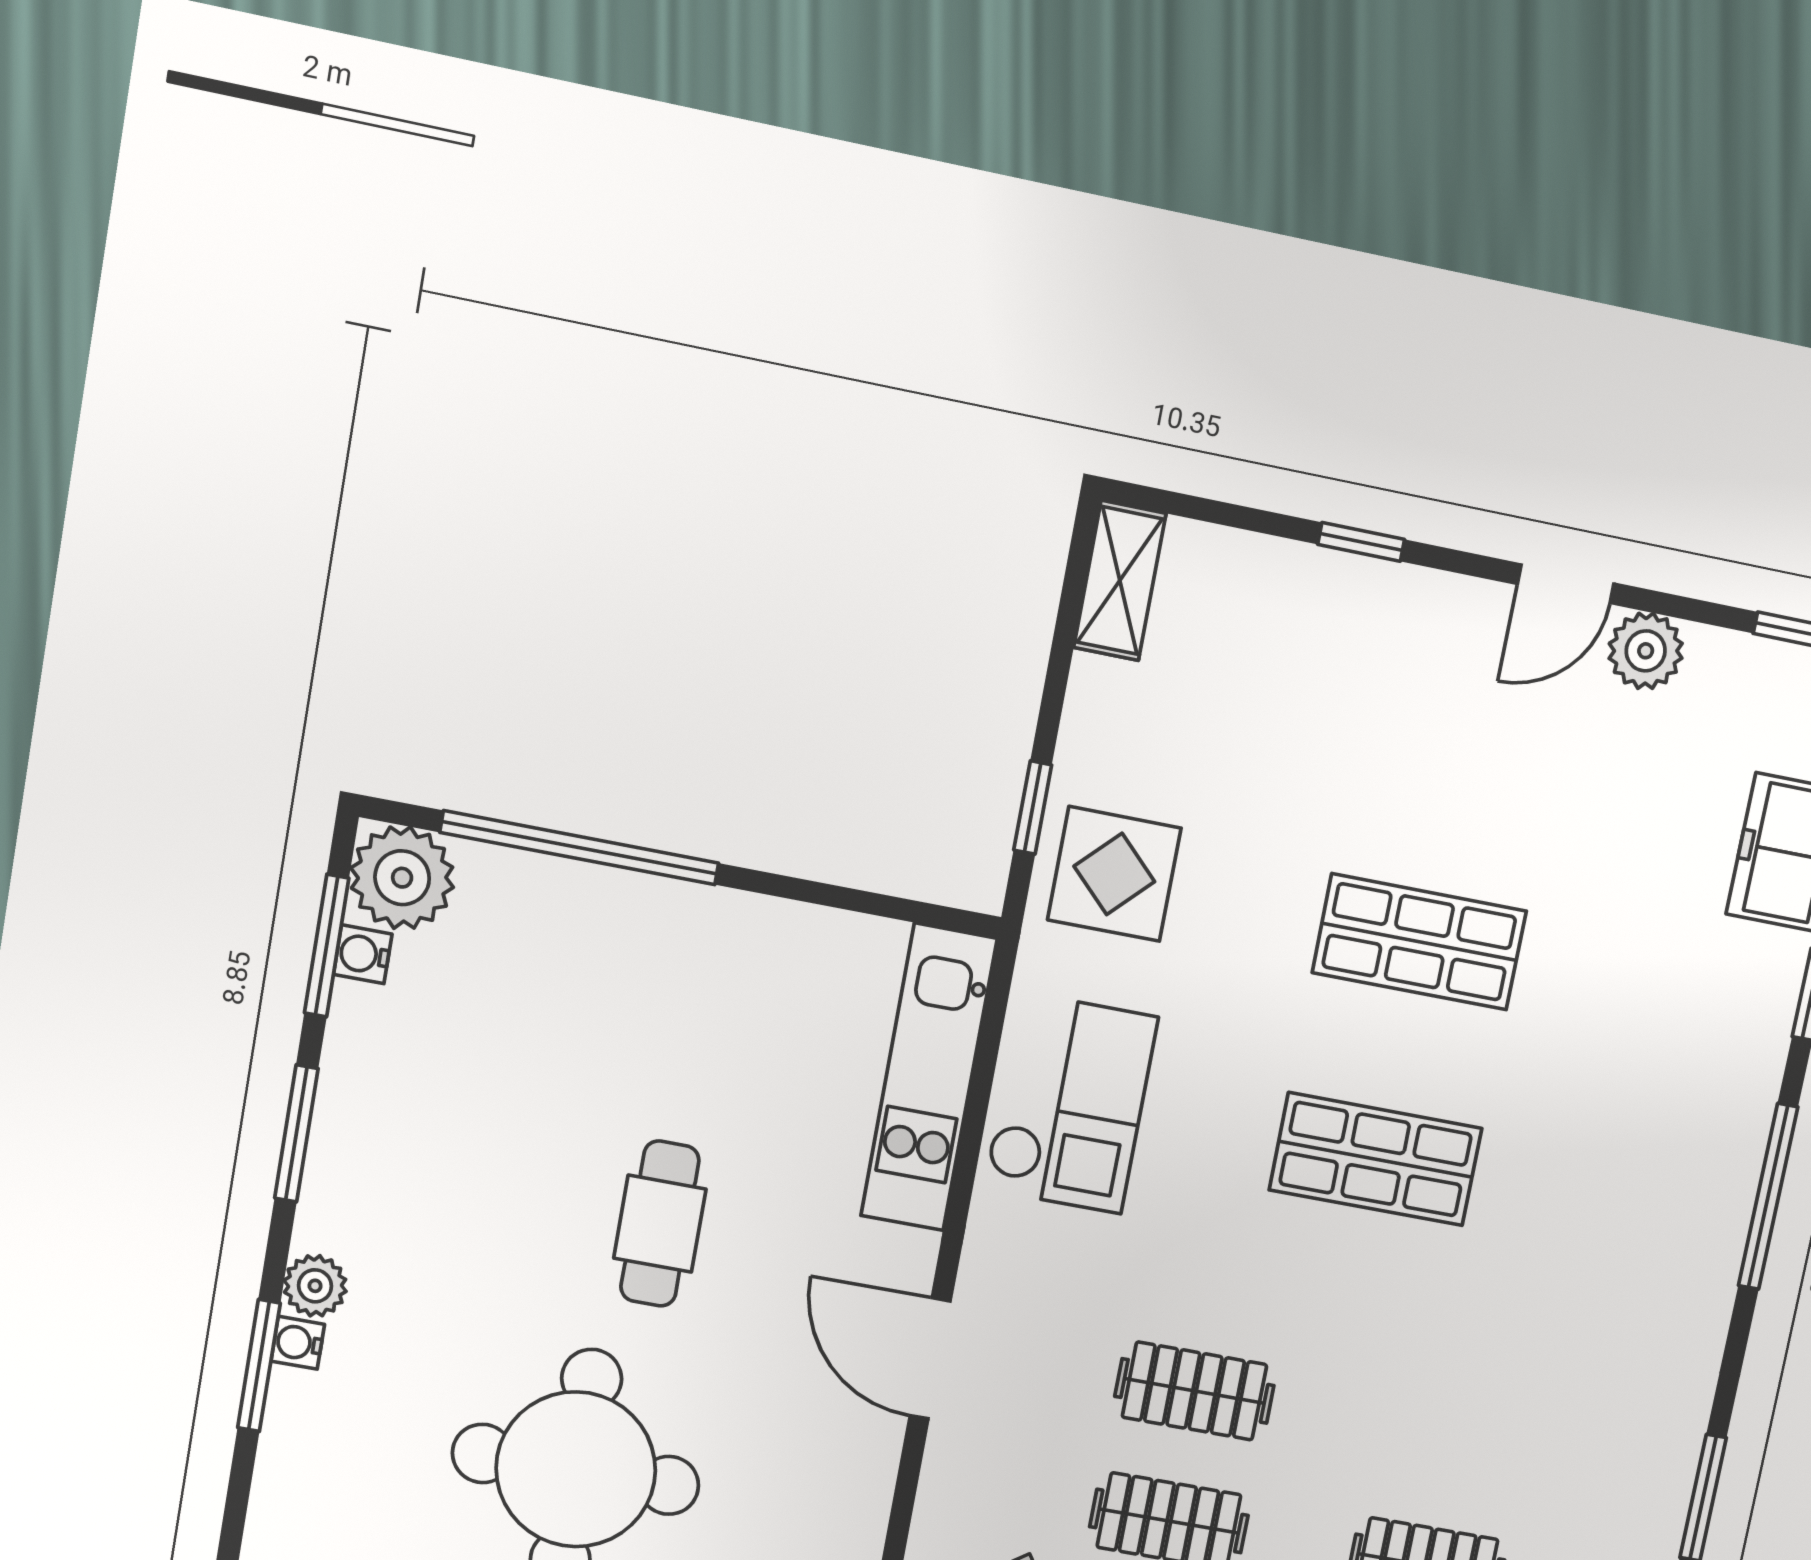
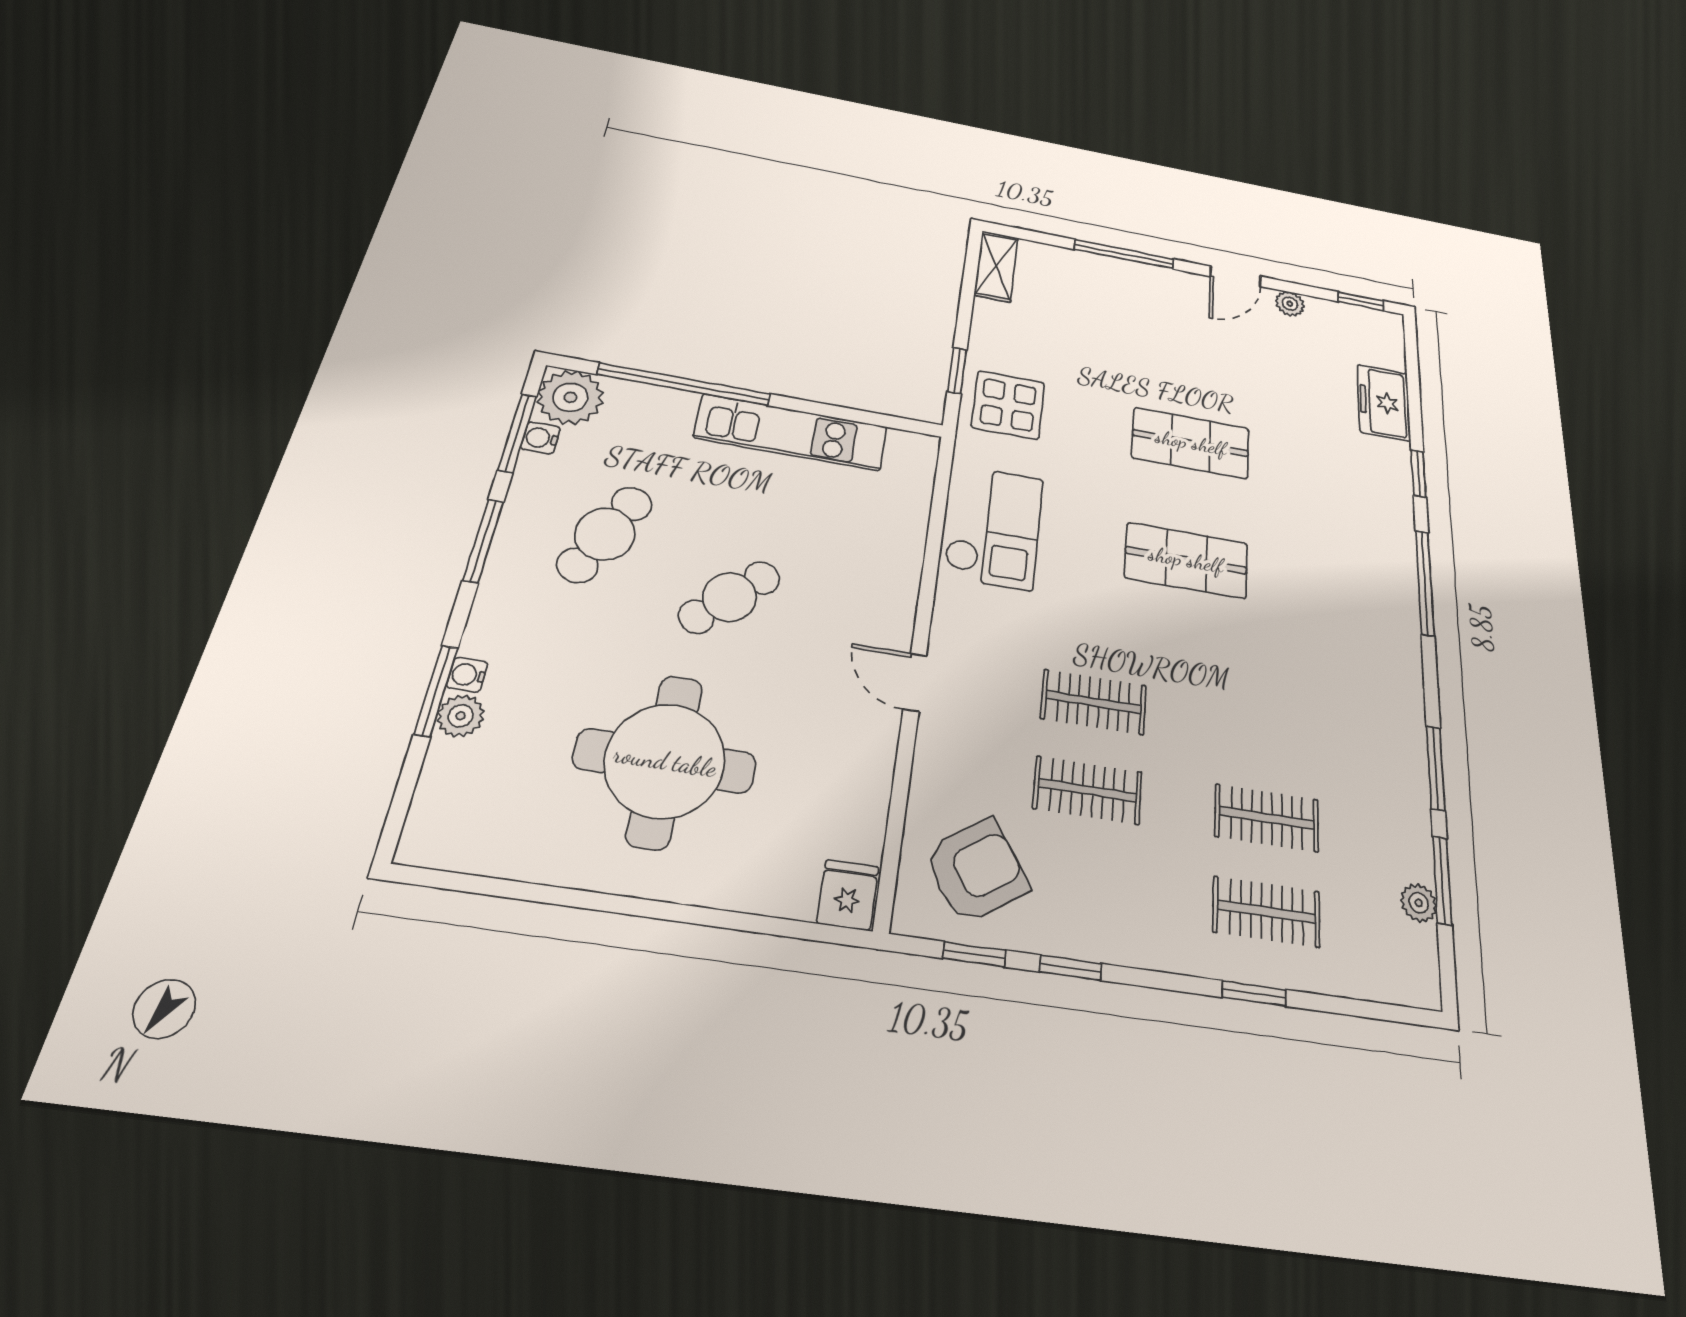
window: (1361, 542) -> (1124, 254), width x2.17
plant: (1646, 651) -> (1290, 304), width x0.73, depth x0.73
kitchen unit: (929, 1077) -> (791, 432), moved, turned -90
cafe table: (472, 1121) -> (605, 534), added
cafe table: (660, 1224) -> (730, 597), turned 46
plant: (315, 1286) -> (461, 716), moved
door: (930, 1358) -> (915, 682), width x0.73

